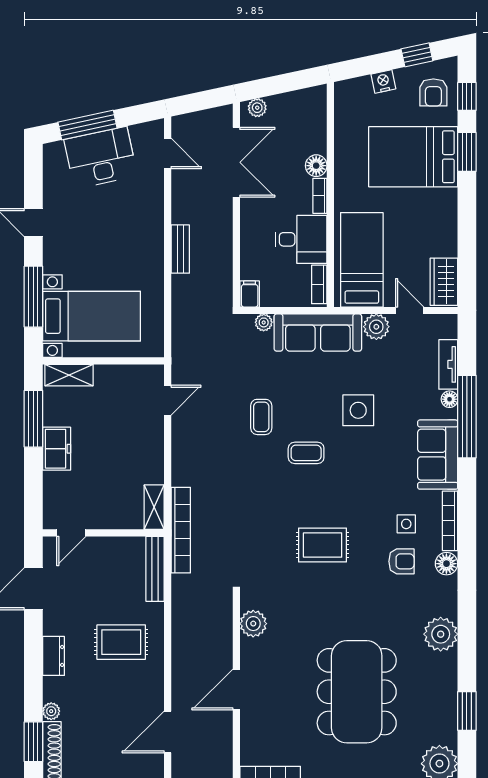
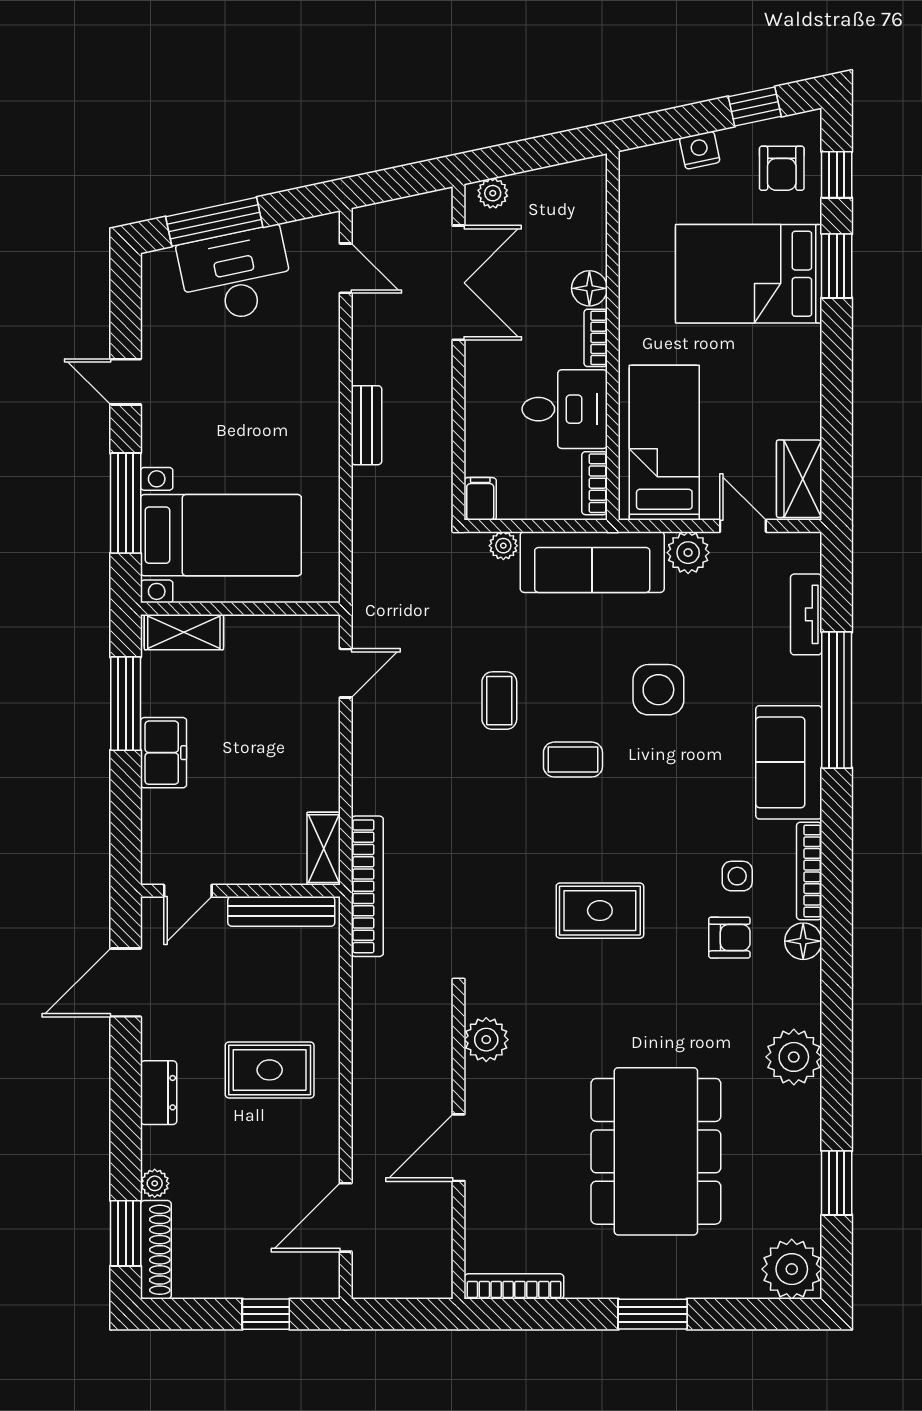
floor lamp: (449, 399) -> (808, 671), removed
bench: (155, 569) -> (281, 911), moved, turned 90

